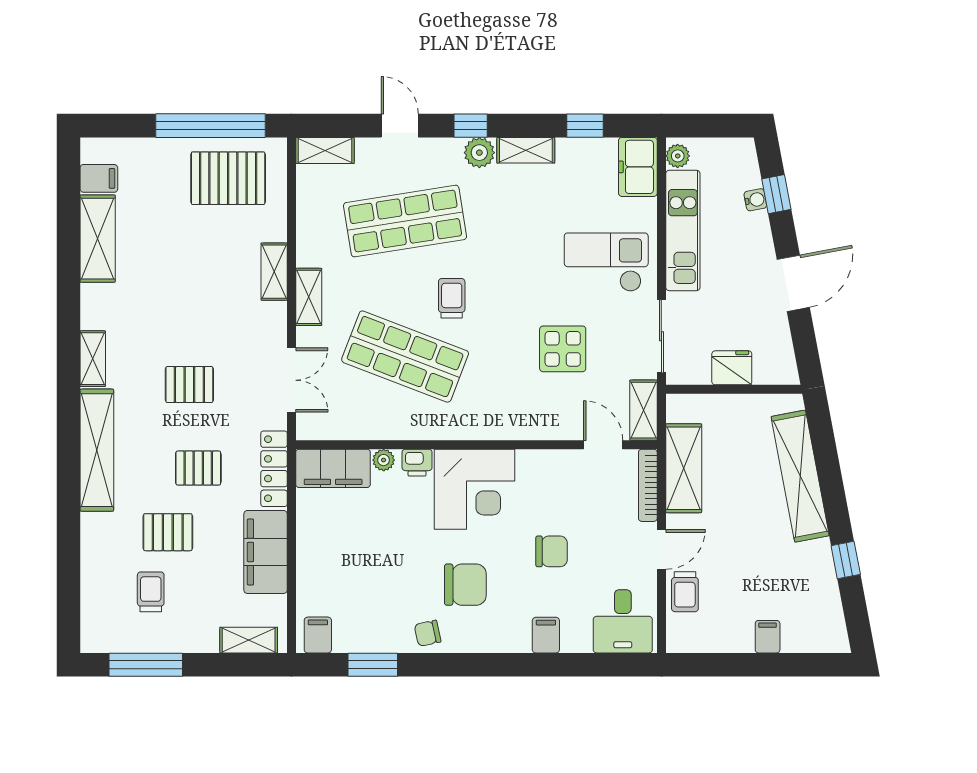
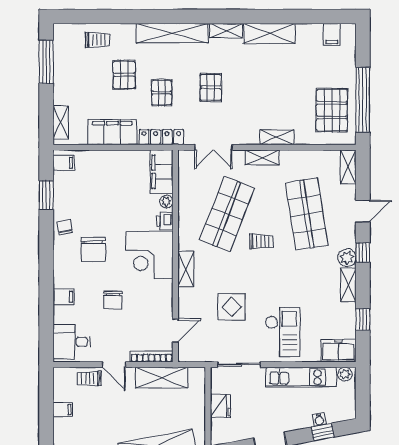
shelving: (98, 239) -> (269, 34), moved
shelving: (644, 410) -> (186, 269), moved, turned 90
trolley: (151, 592) -> (97, 40), moved
filing cabinet: (768, 637) -> (63, 409), moved

